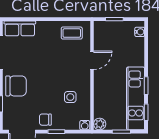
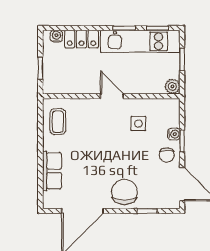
row of seats: (20, 28) -> (52, 171), moved
locker: (137, 52) -> (81, 39), added
door: (92, 60) -> (112, 96), moved
water cooler: (85, 125) -> (174, 134), moved

